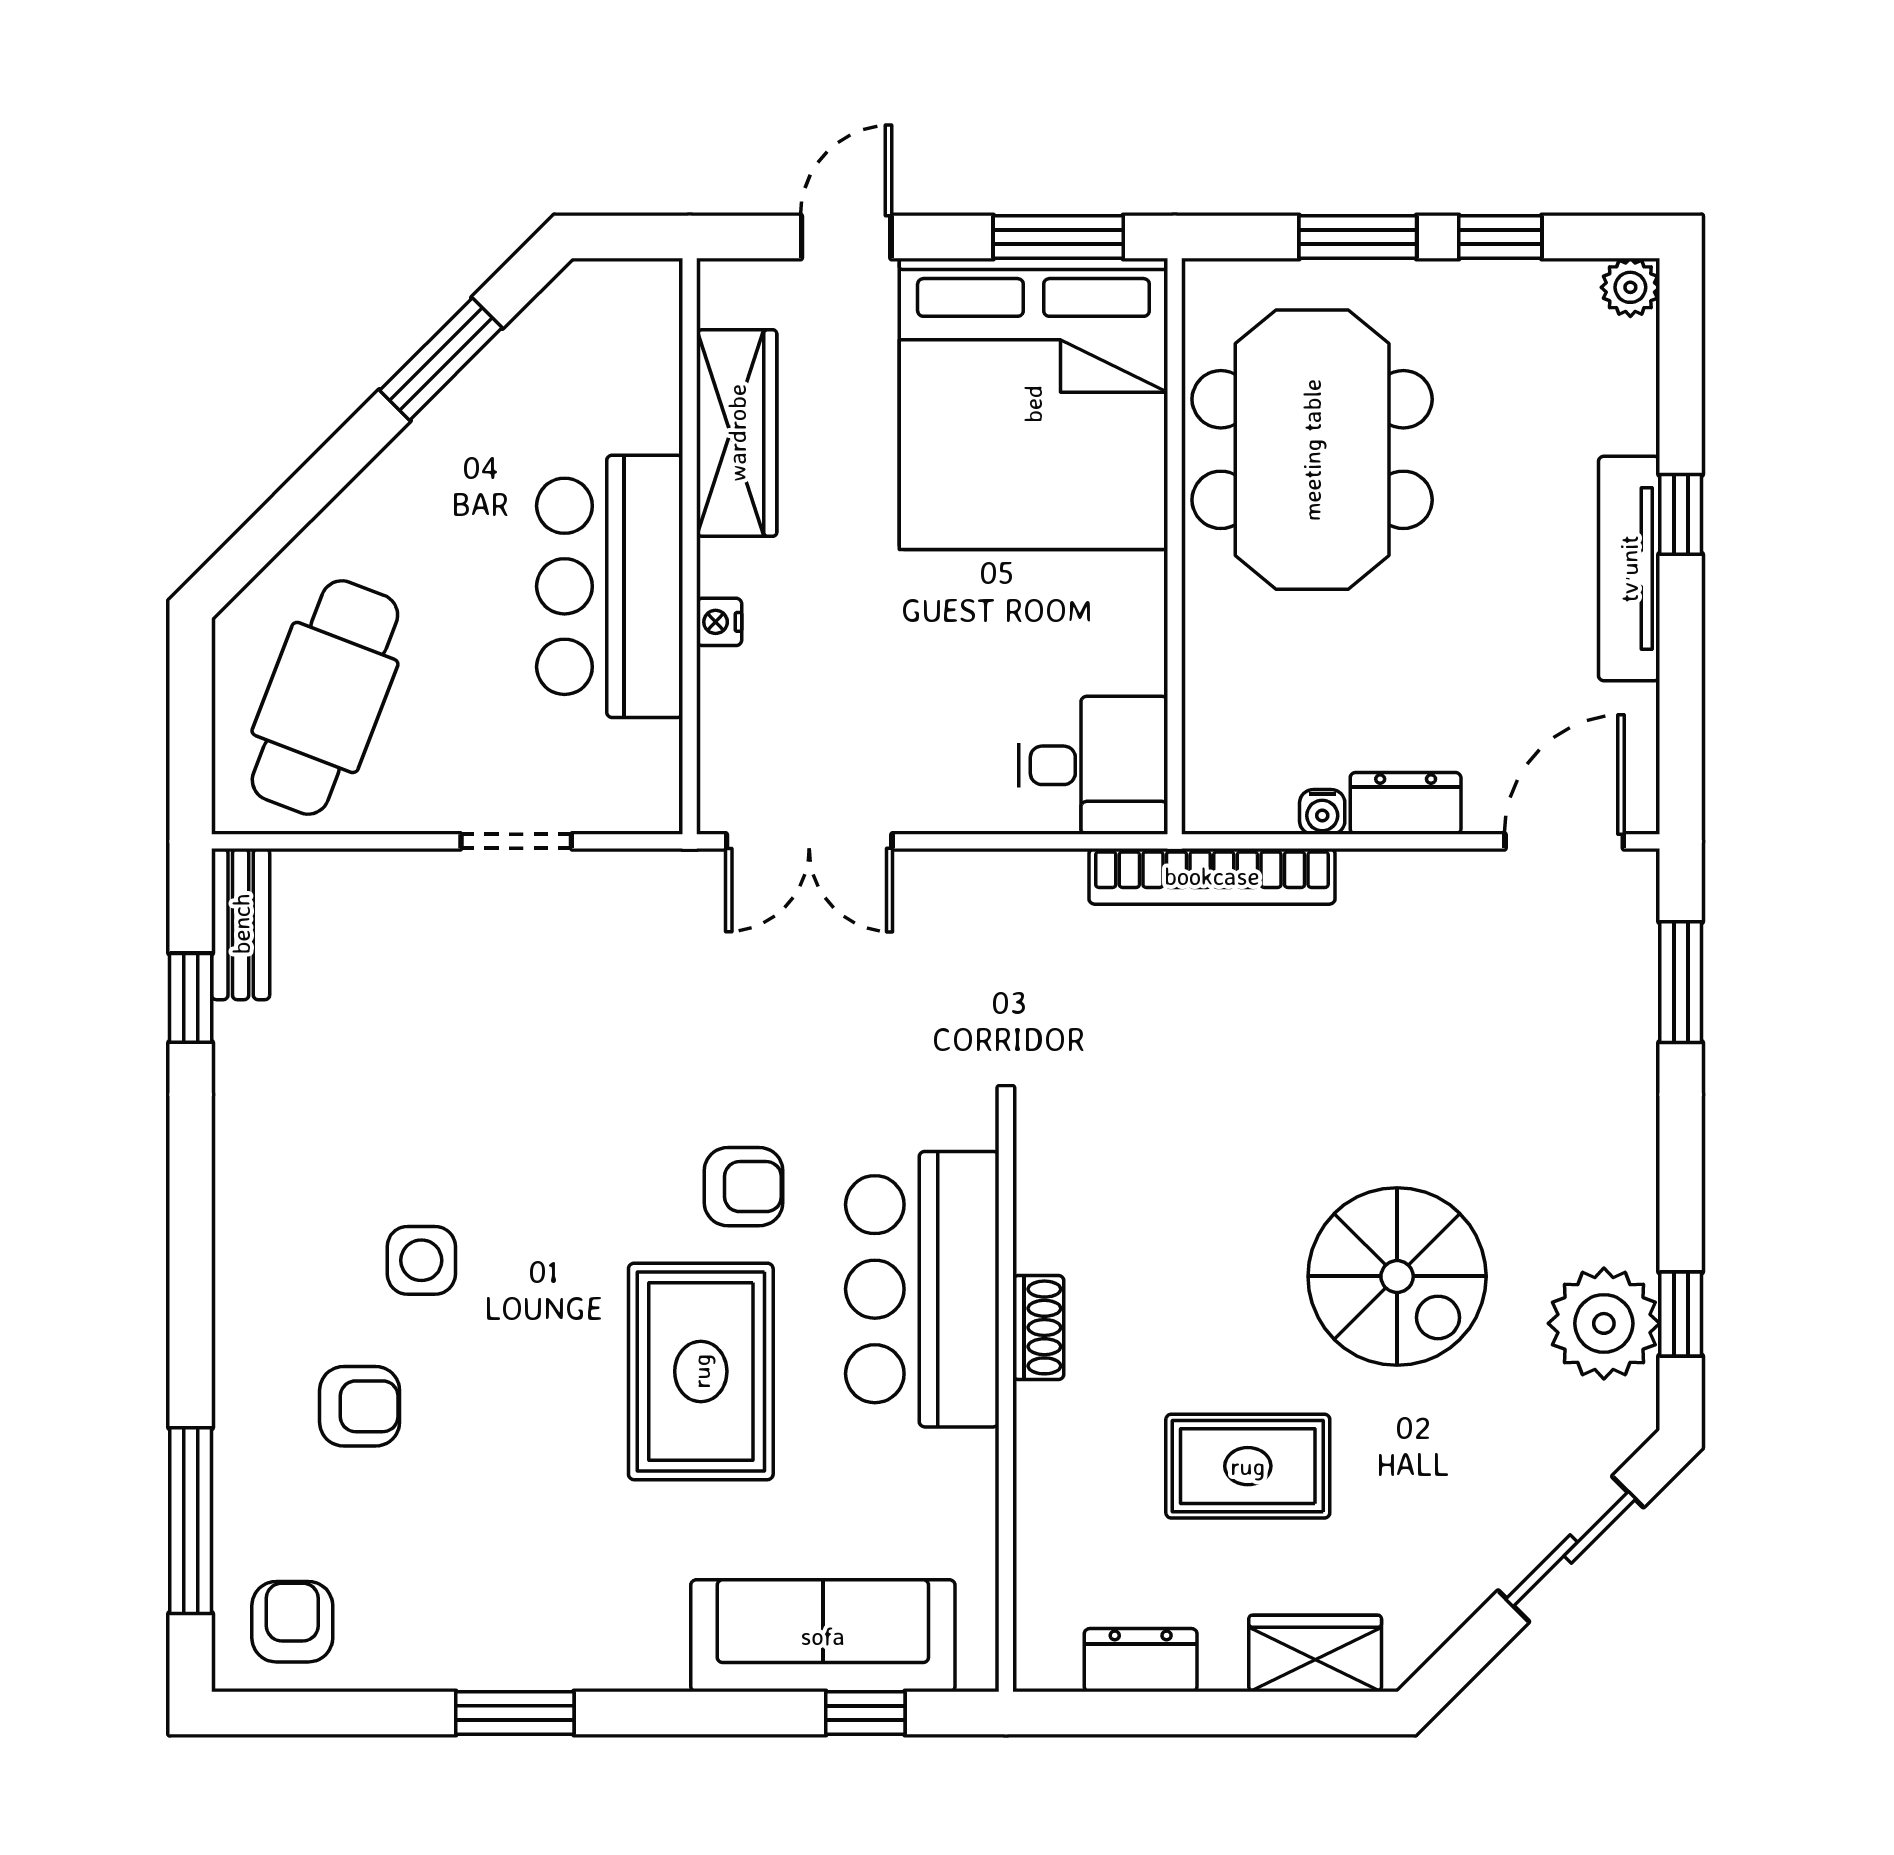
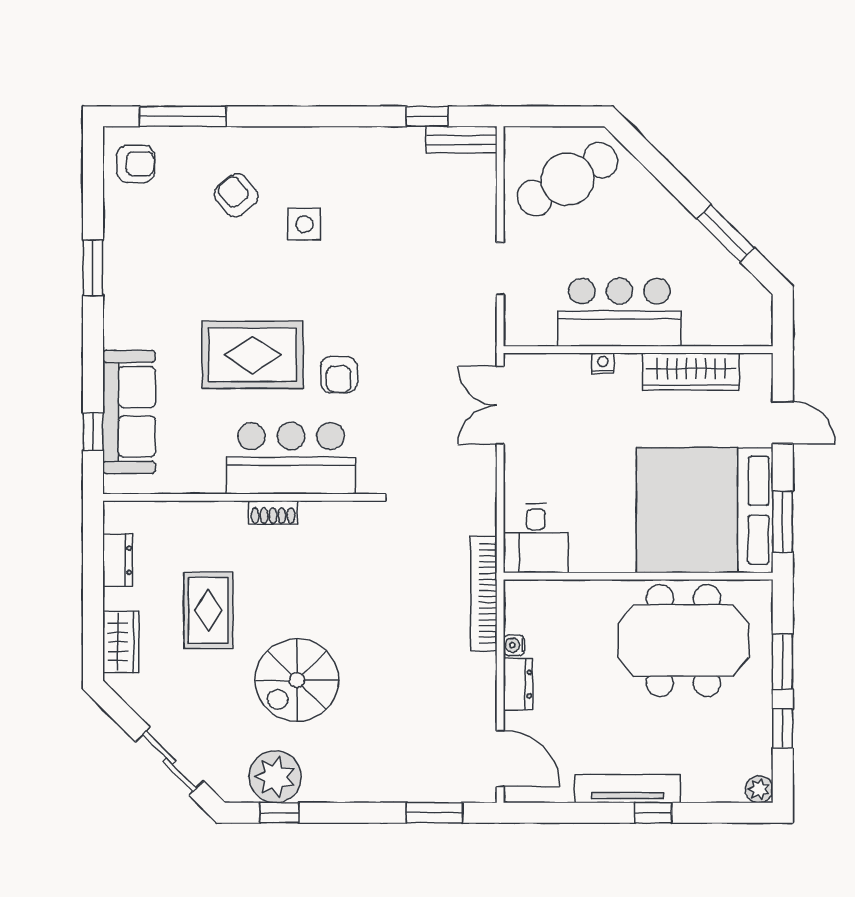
cafe table: (325, 697) -> (567, 179), turned -51
armchair: (360, 1406) -> (236, 195), turned 140

